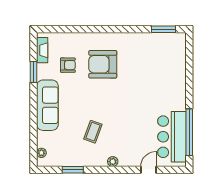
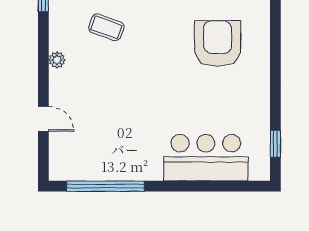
window: (164, 29) -> (275, 144), width x0.67
bar counter: (172, 137) -> (206, 158), moved

